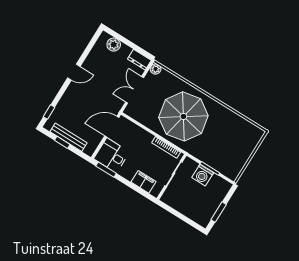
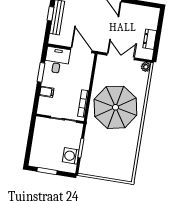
plant: (114, 45) -> (152, 23), removed
dresser: (139, 60) -> (150, 39), moved
window: (106, 170) -> (41, 72), moved
washing machine: (203, 175) -> (71, 156), moved
filing cabinet: (143, 182) -> (47, 92), width x0.50

